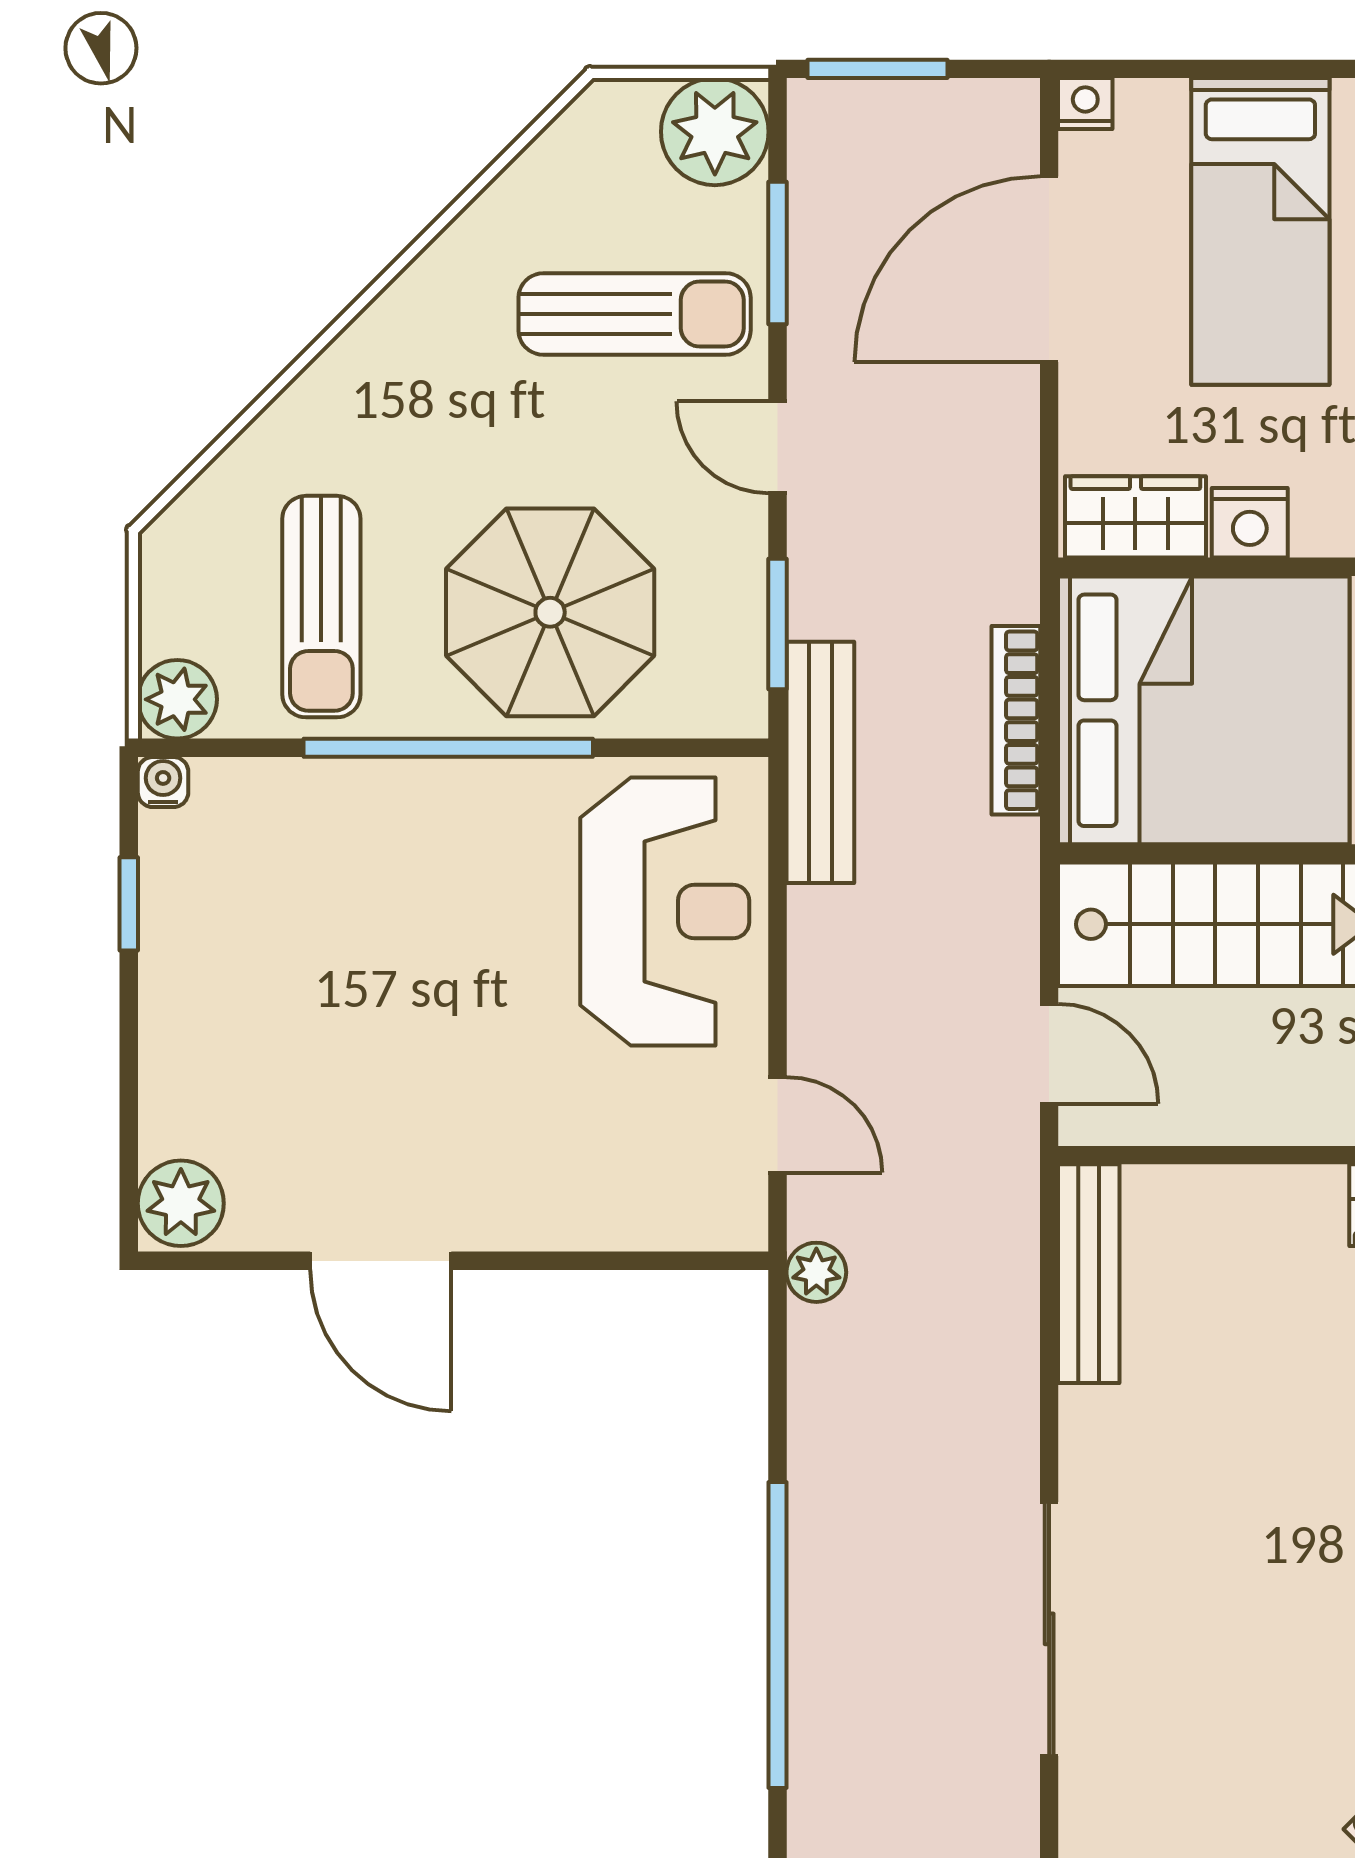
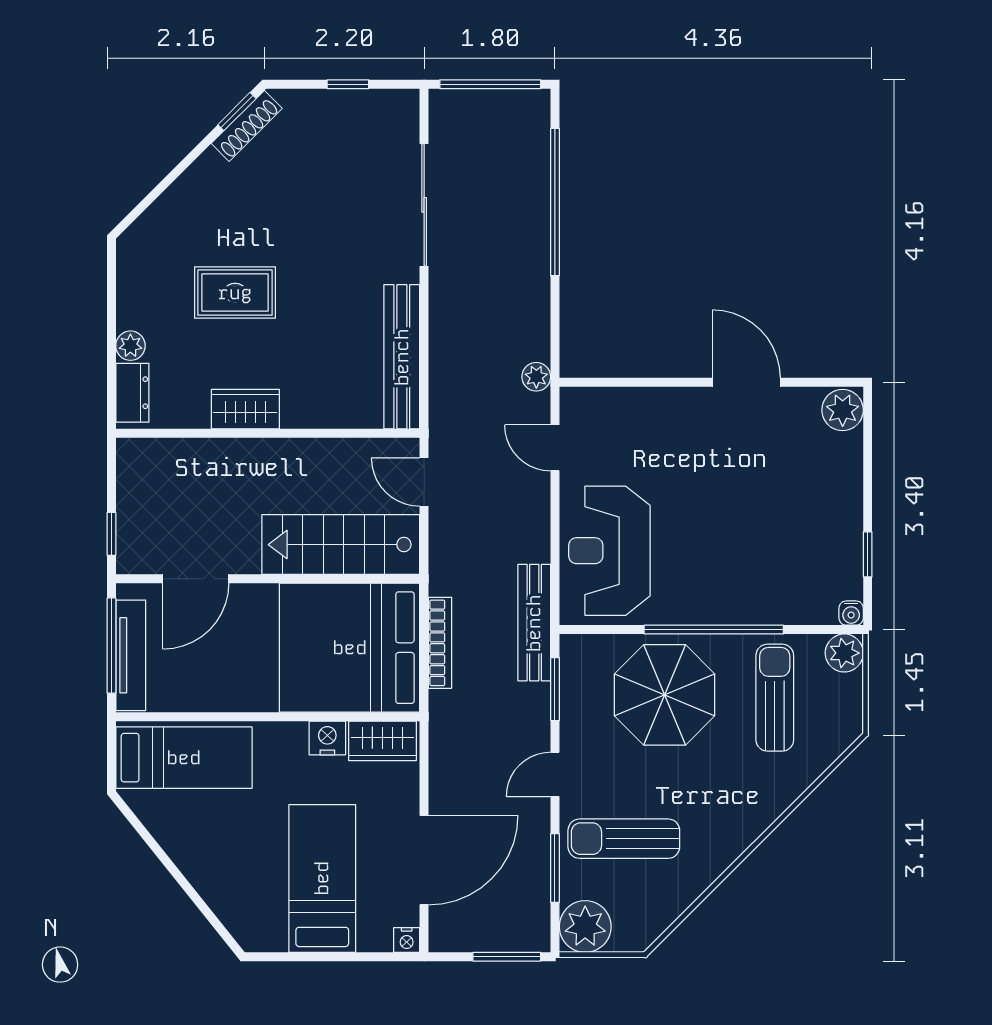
door: (778, 447) -> (555, 774), swing flipped
bench: (1089, 1274) -> (402, 357), width x1.37, depth x1.21

